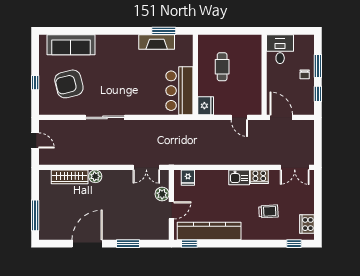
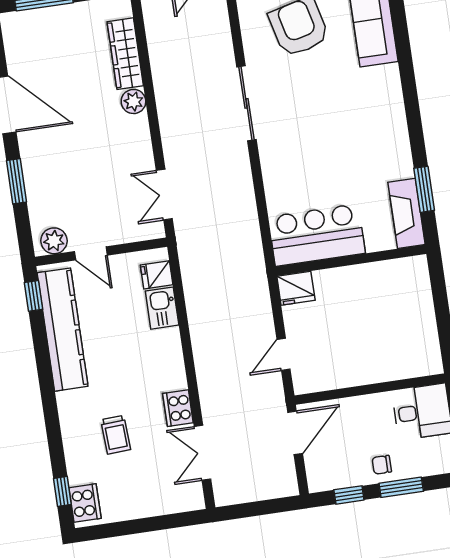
fireplace: (157, 42) -> (406, 213), moved
cafe table: (222, 67) -> (373, 308), removed
double door: (295, 167) -> (202, 453), moved
kitchen sink: (239, 177) -> (162, 308), moved
plant: (162, 194) -> (54, 241), moved
cooker: (307, 224) -> (85, 503), moved, turned 90

